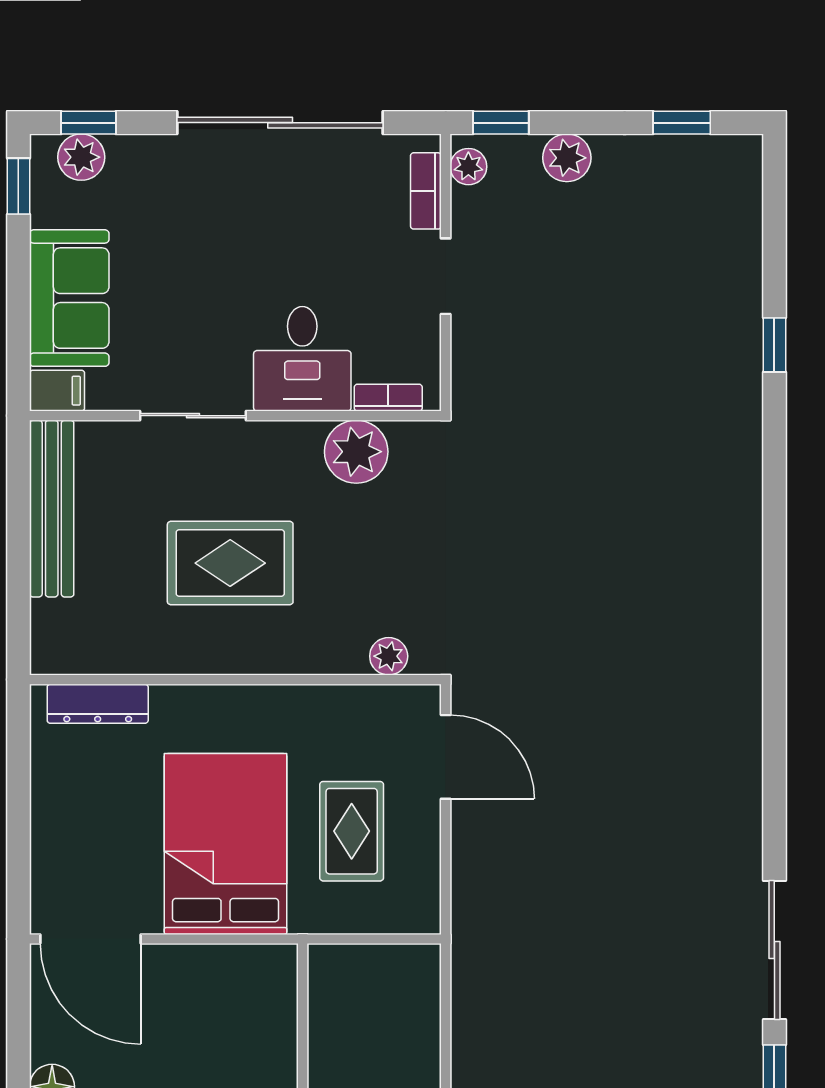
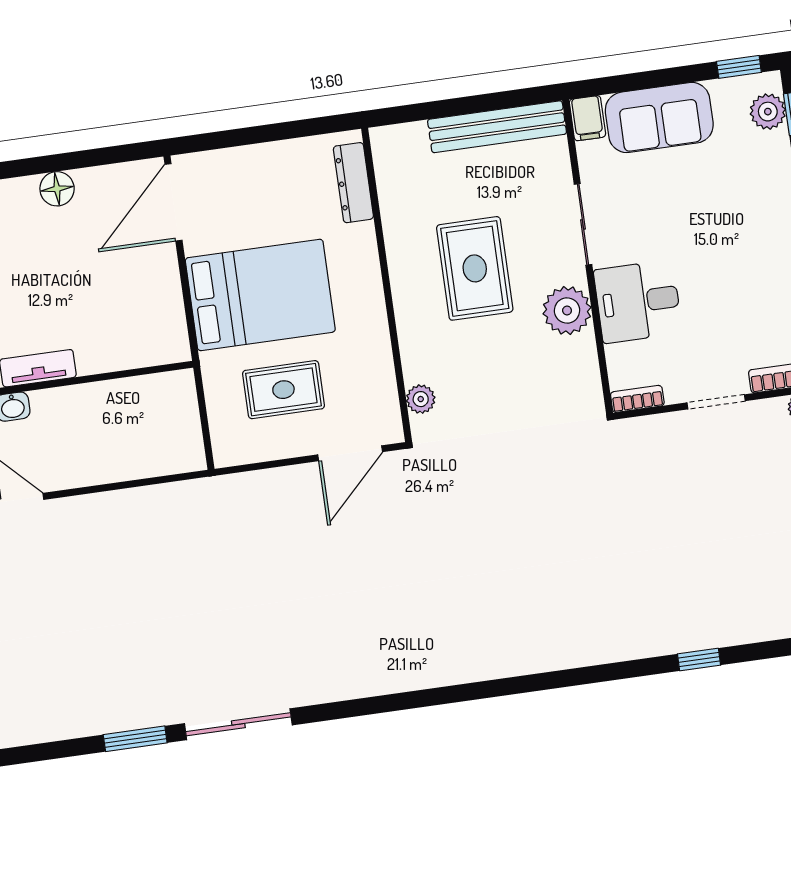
bookcase: (388, 398) -> (637, 399), moved, turned -90
plant: (356, 452) -> (567, 310), moved

